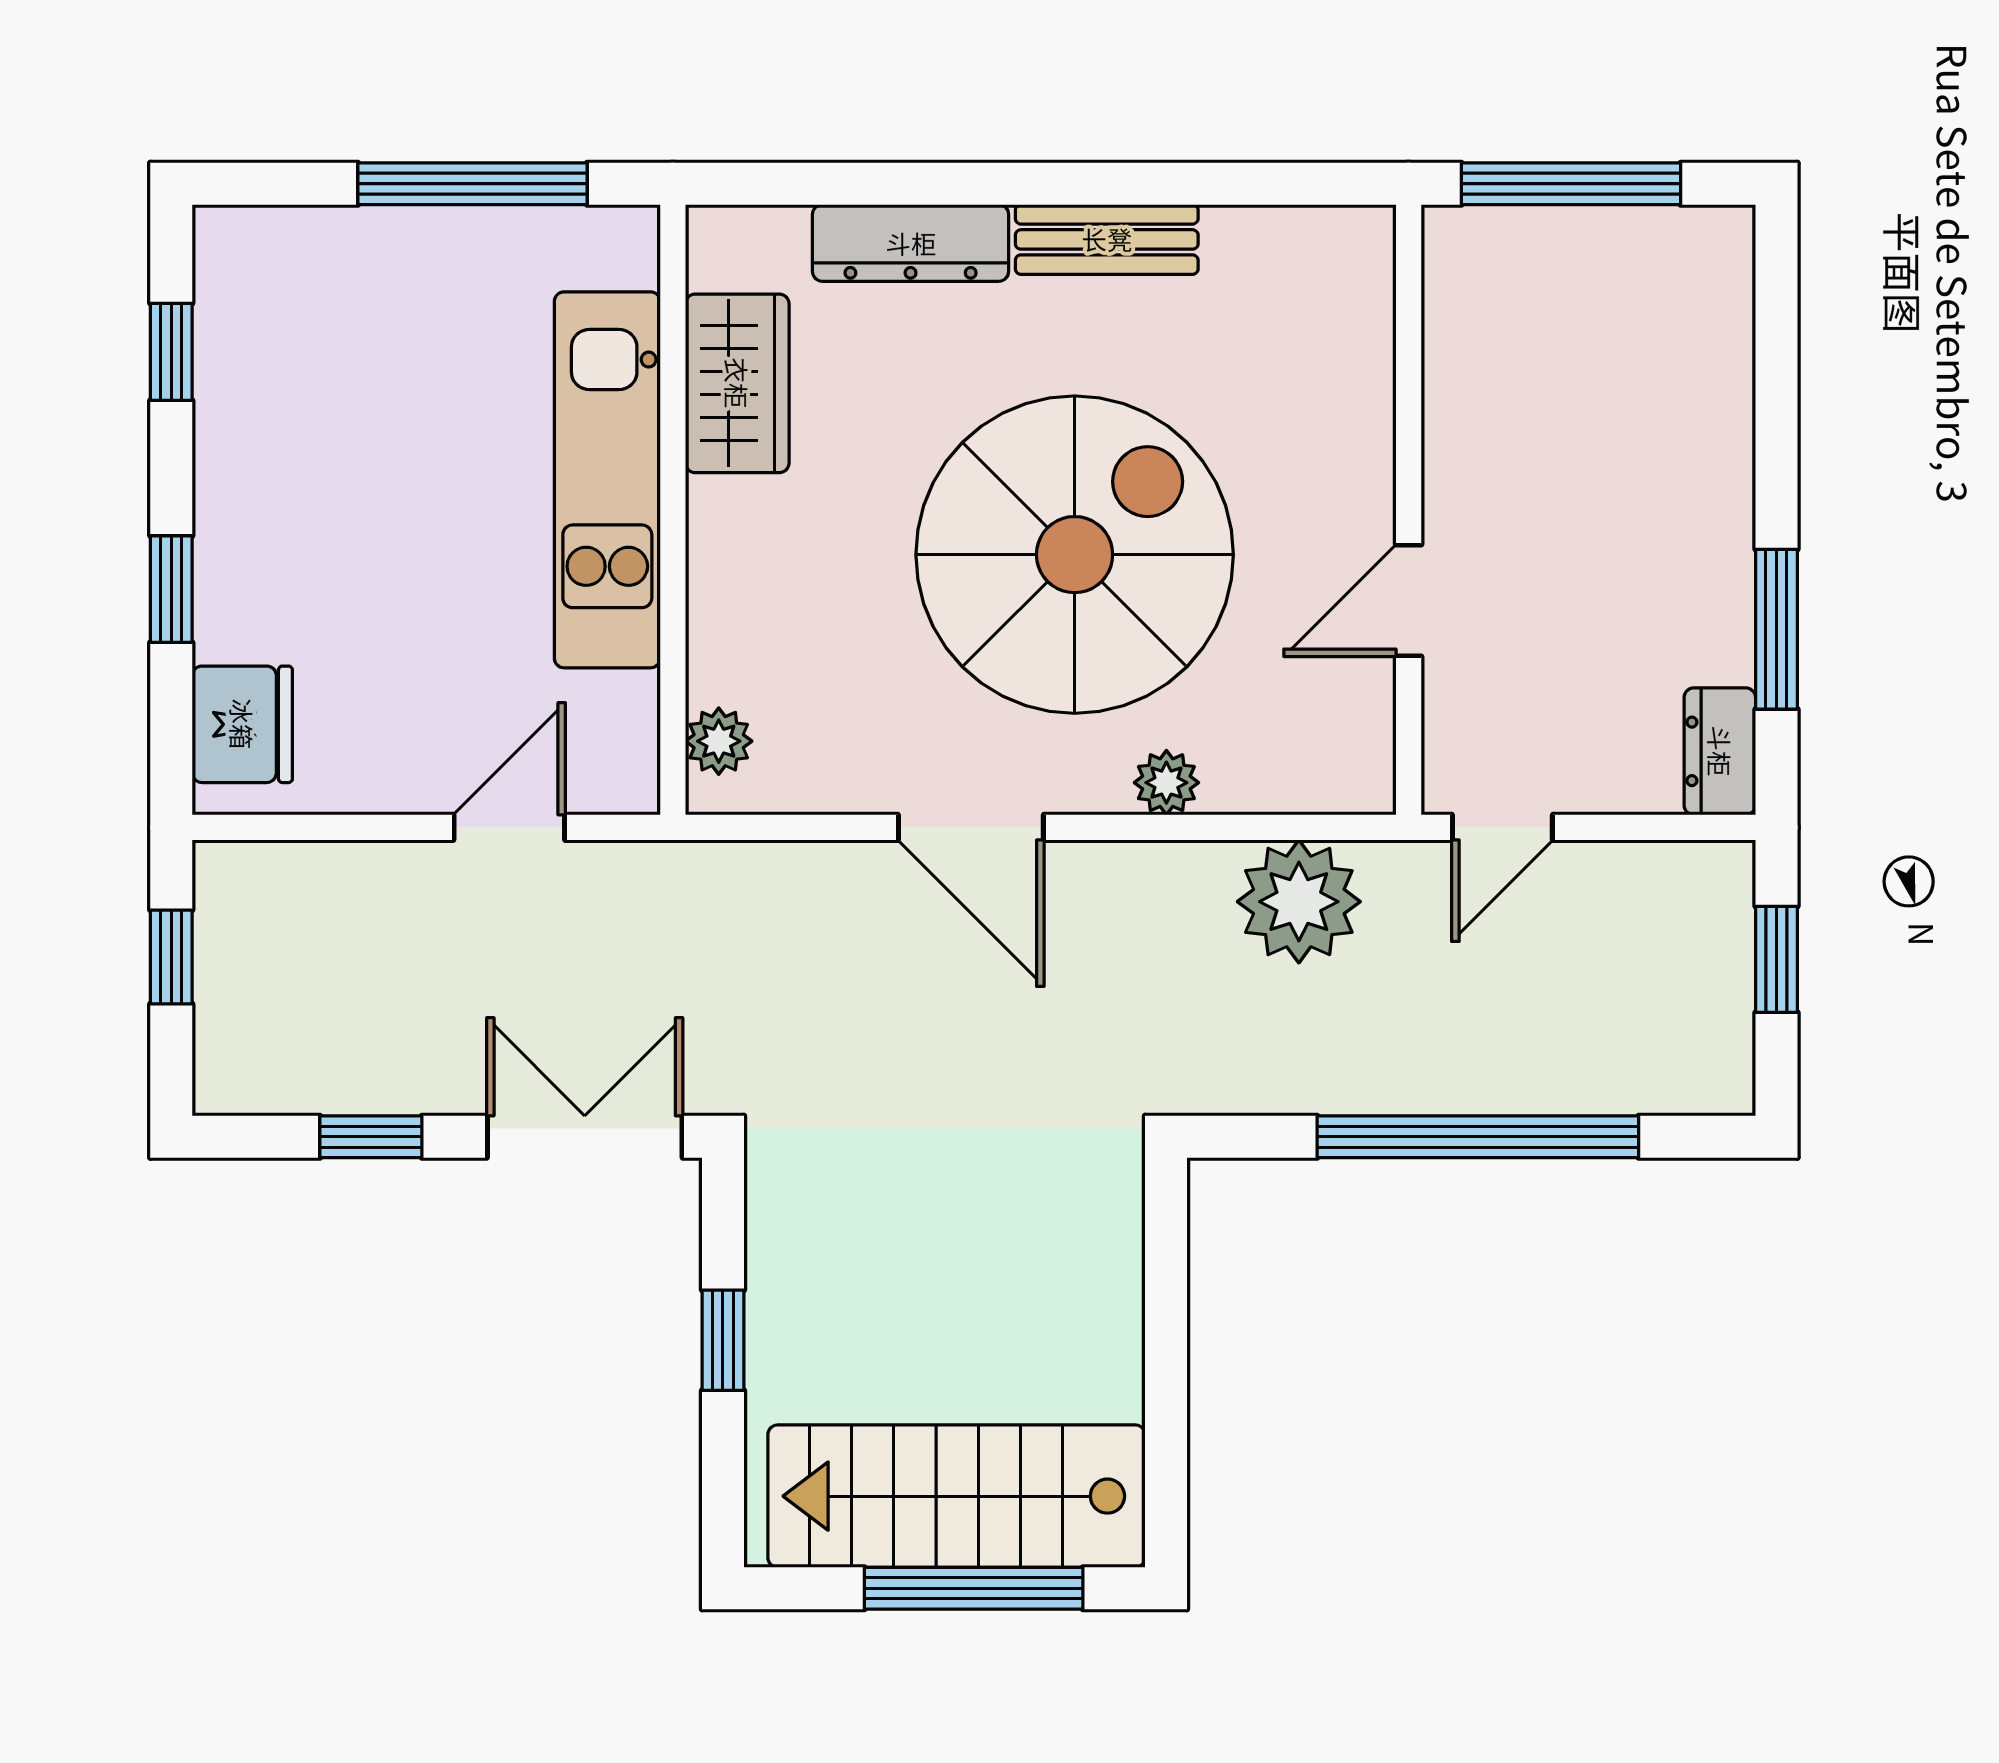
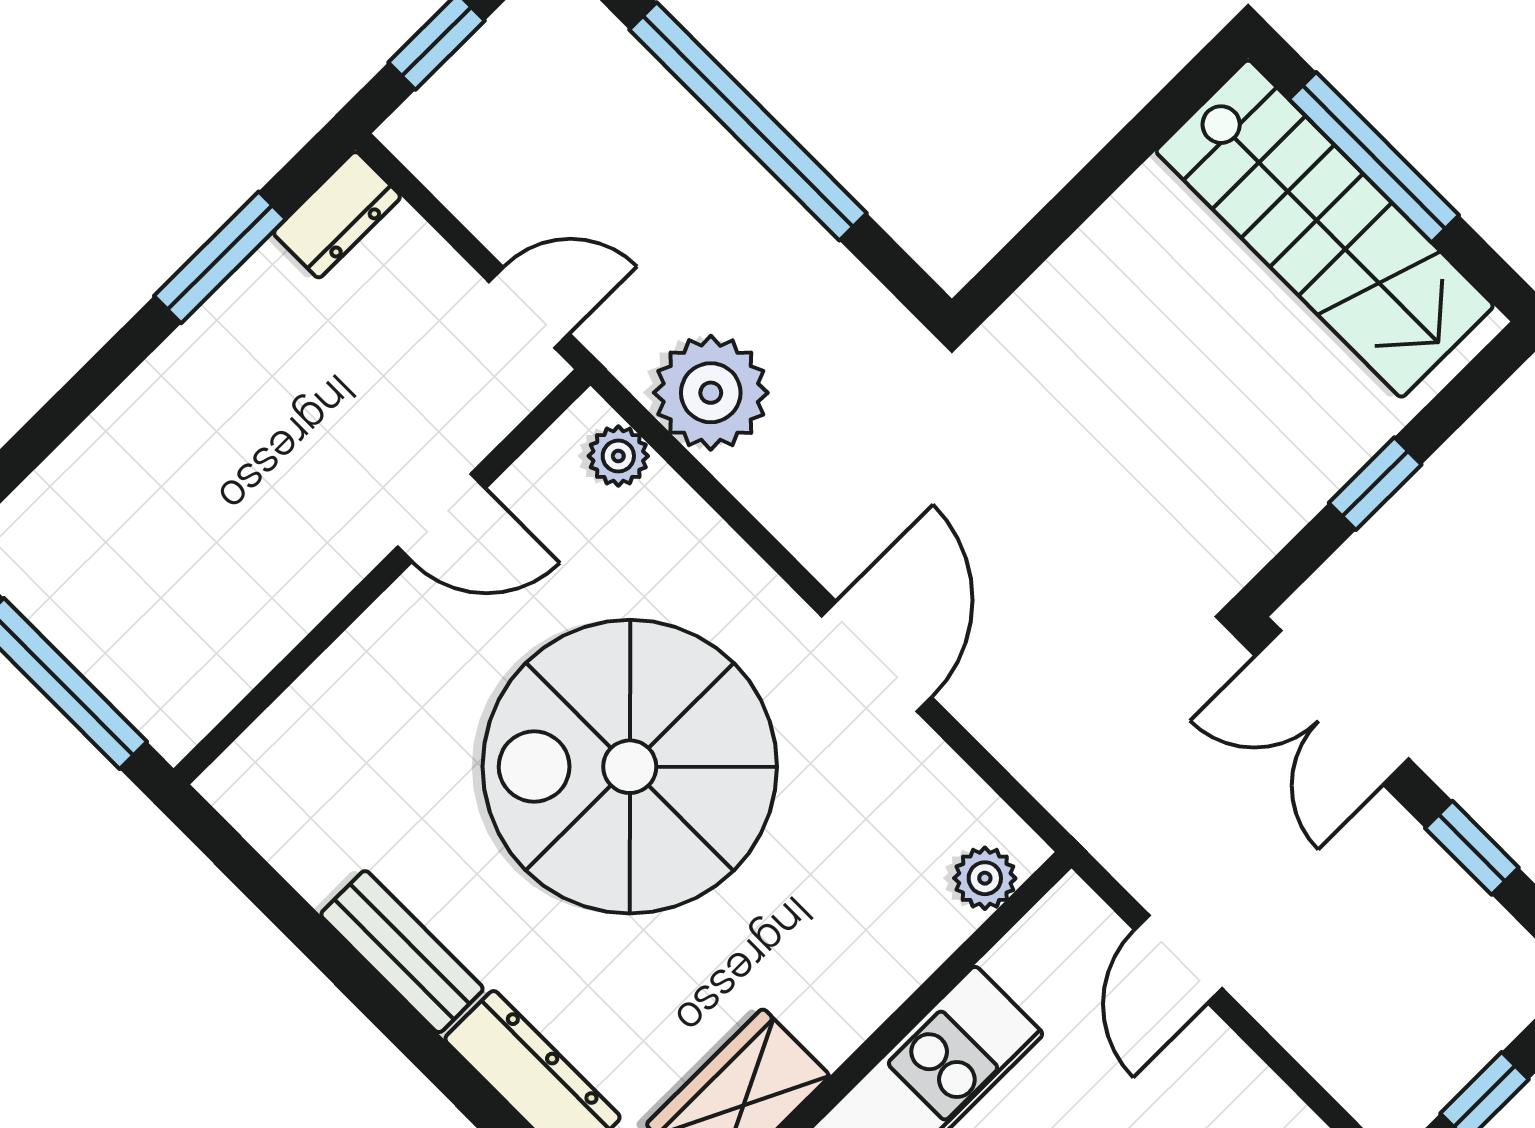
plant: (1166, 783) -> (618, 456), moved
door: (509, 827) -> (1178, 959), hinge flipped

